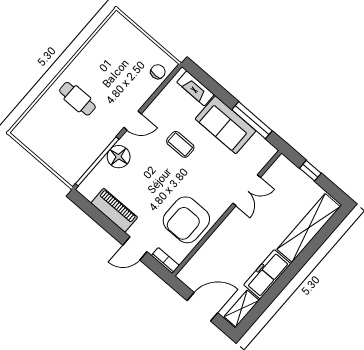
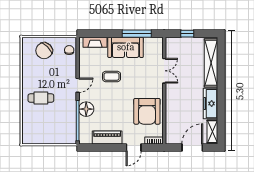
chair: (128, 47) -> (44, 51), added

